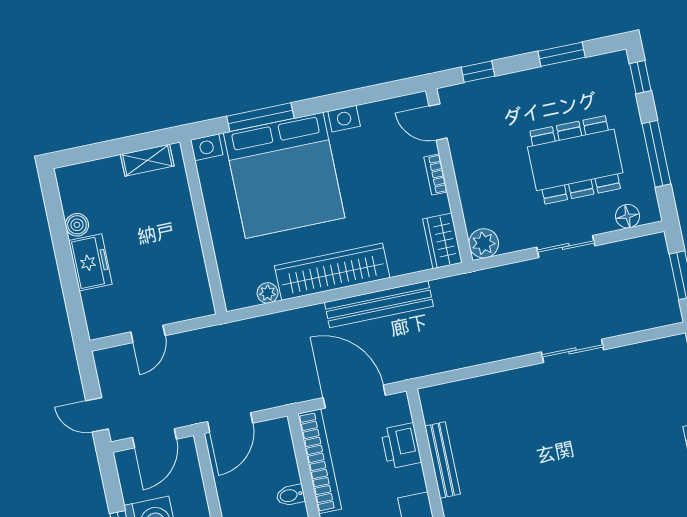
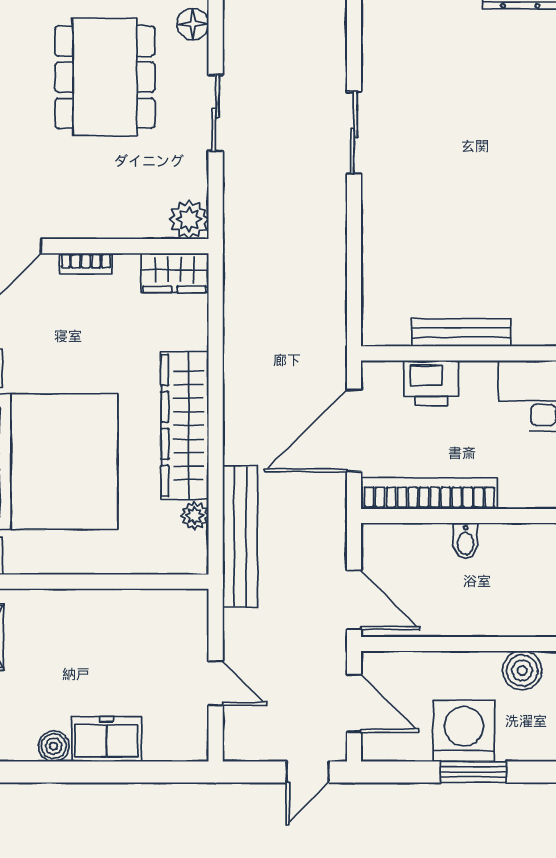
bench: (379, 304) -> (240, 536), moved

